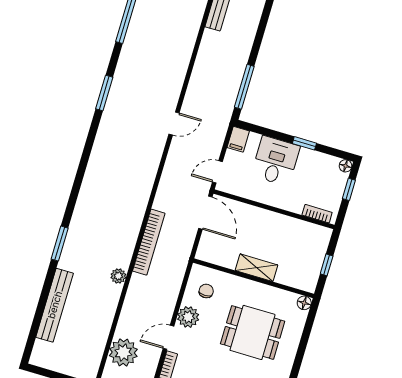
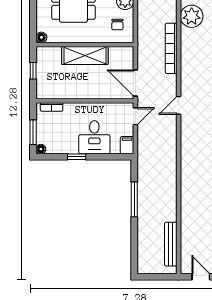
window: (244, 87) -> (134, 199), moved
door: (174, 123) -> (179, 105), moved
window: (349, 189) -> (33, 132), width x1.50
shelving: (256, 268) -> (85, 55), width x1.50, depth x1.33
plant: (118, 276) -> (192, 16), width x1.88, depth x1.88

